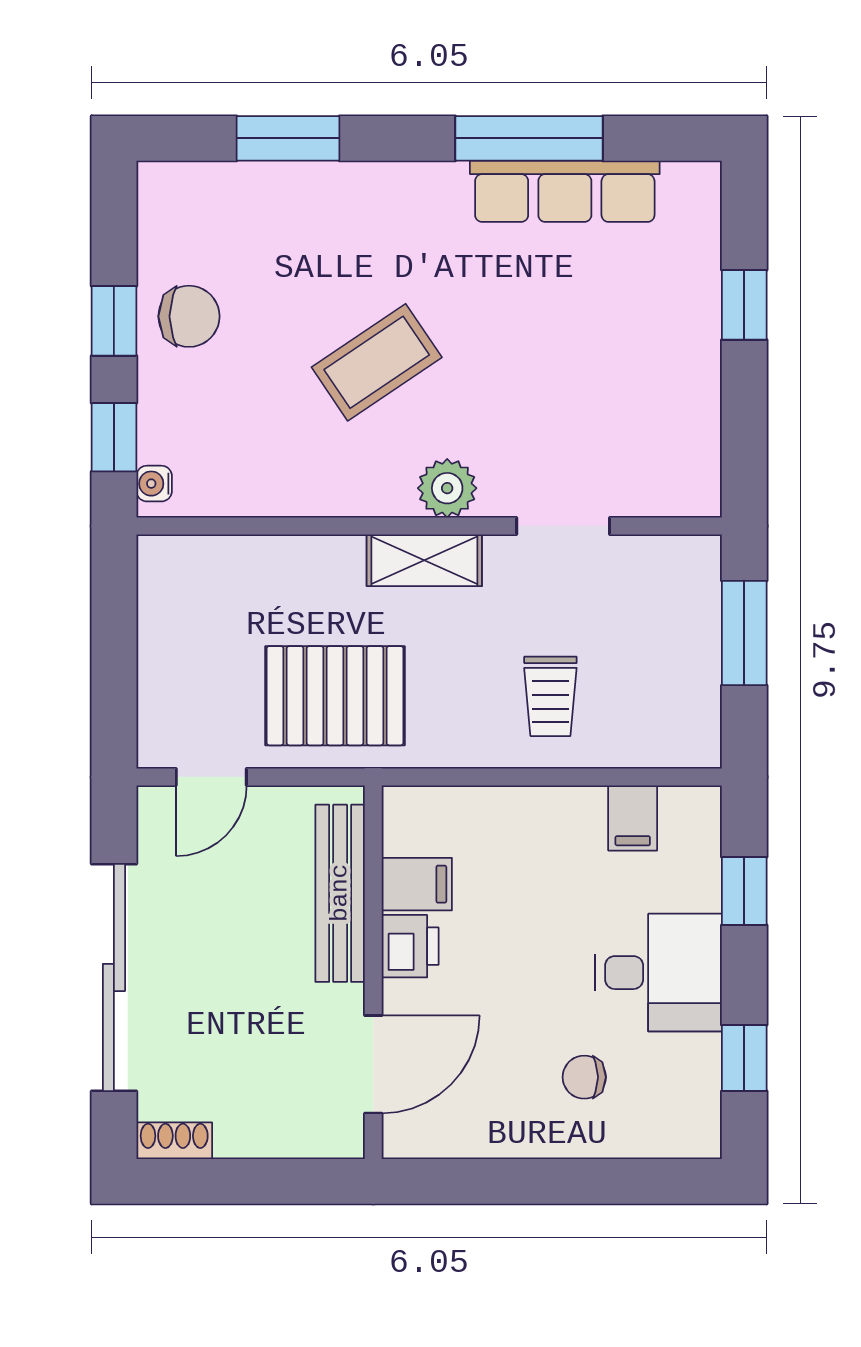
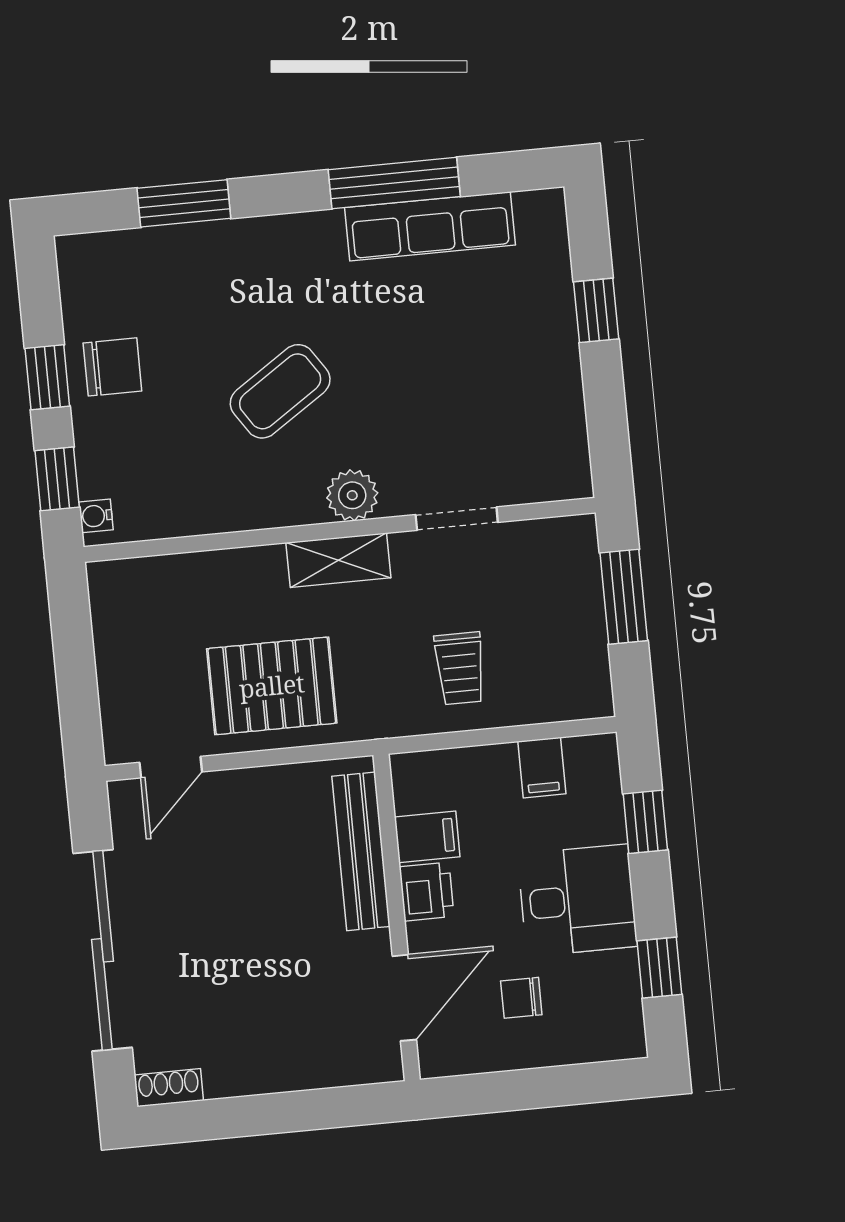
filing cabinet: (417, 884) -> (427, 837), moved
bench: (340, 893) -> (361, 851), moved
printer: (410, 946) -> (427, 892), moved
wall: (373, 972) -> (397, 917), moved
door: (373, 1064) -> (404, 998), moved

